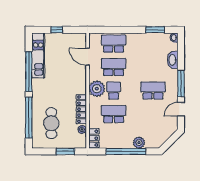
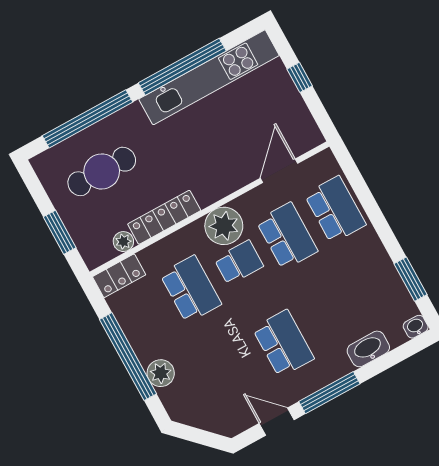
kitchen unit: (38, 55) -> (209, 77), width x1.36

